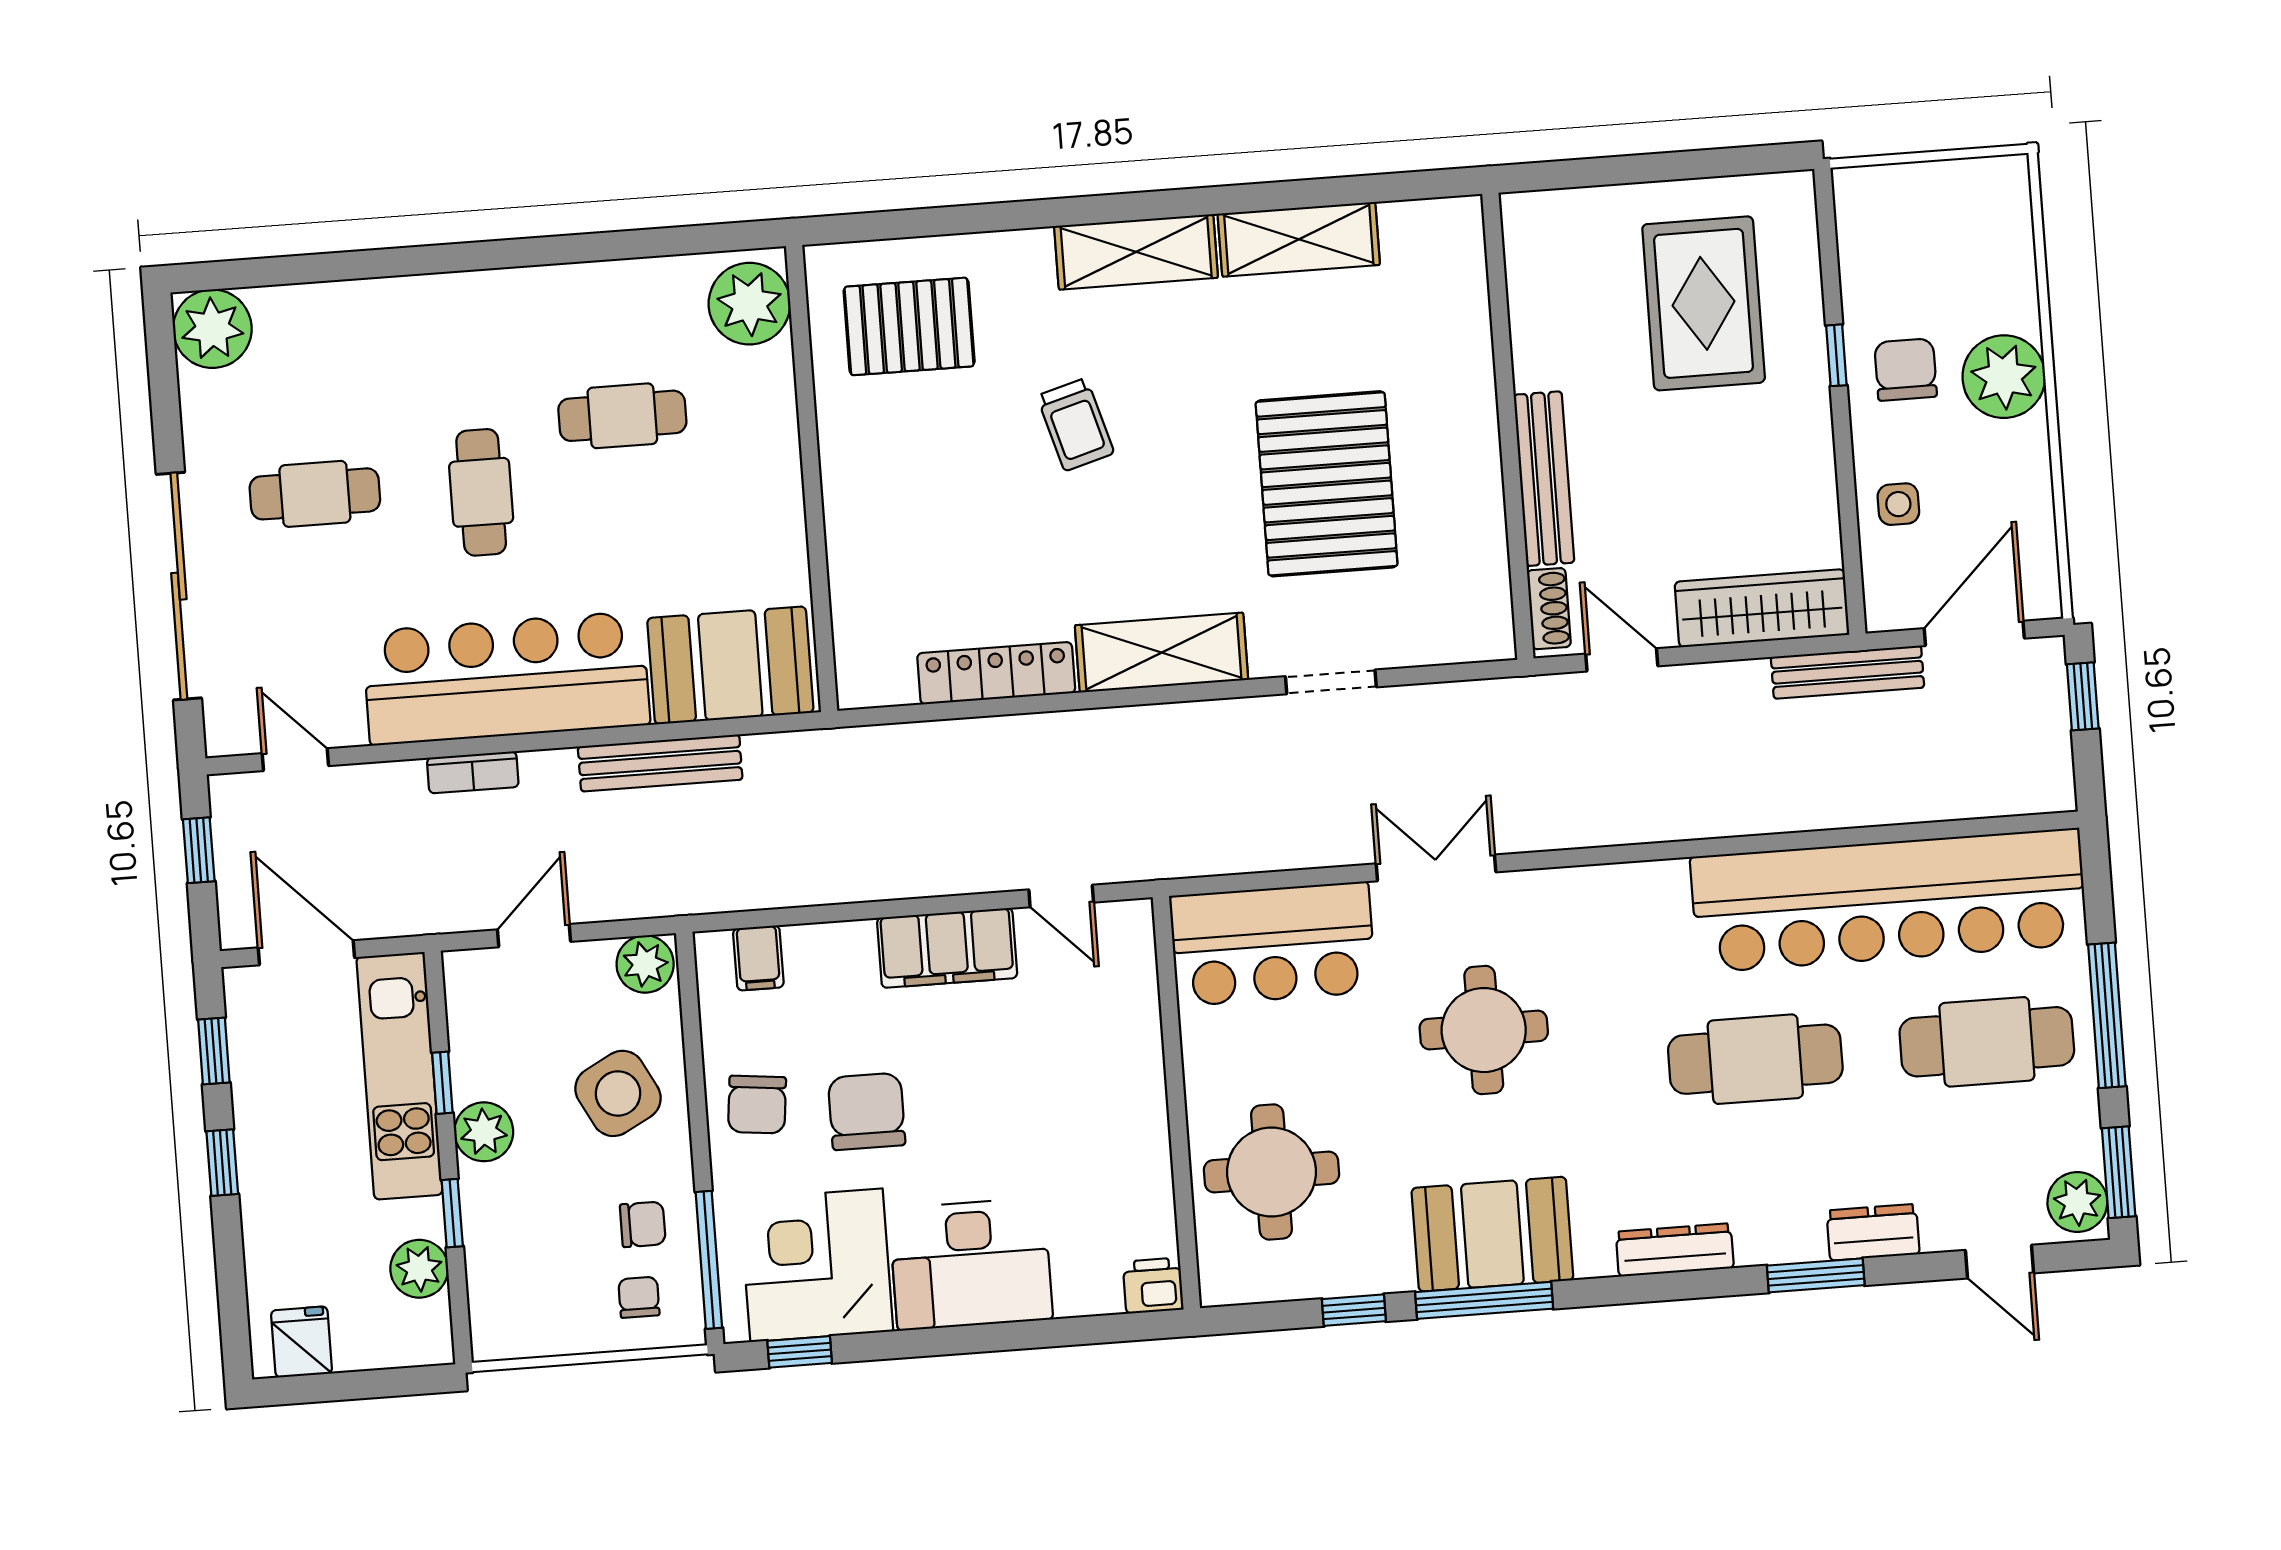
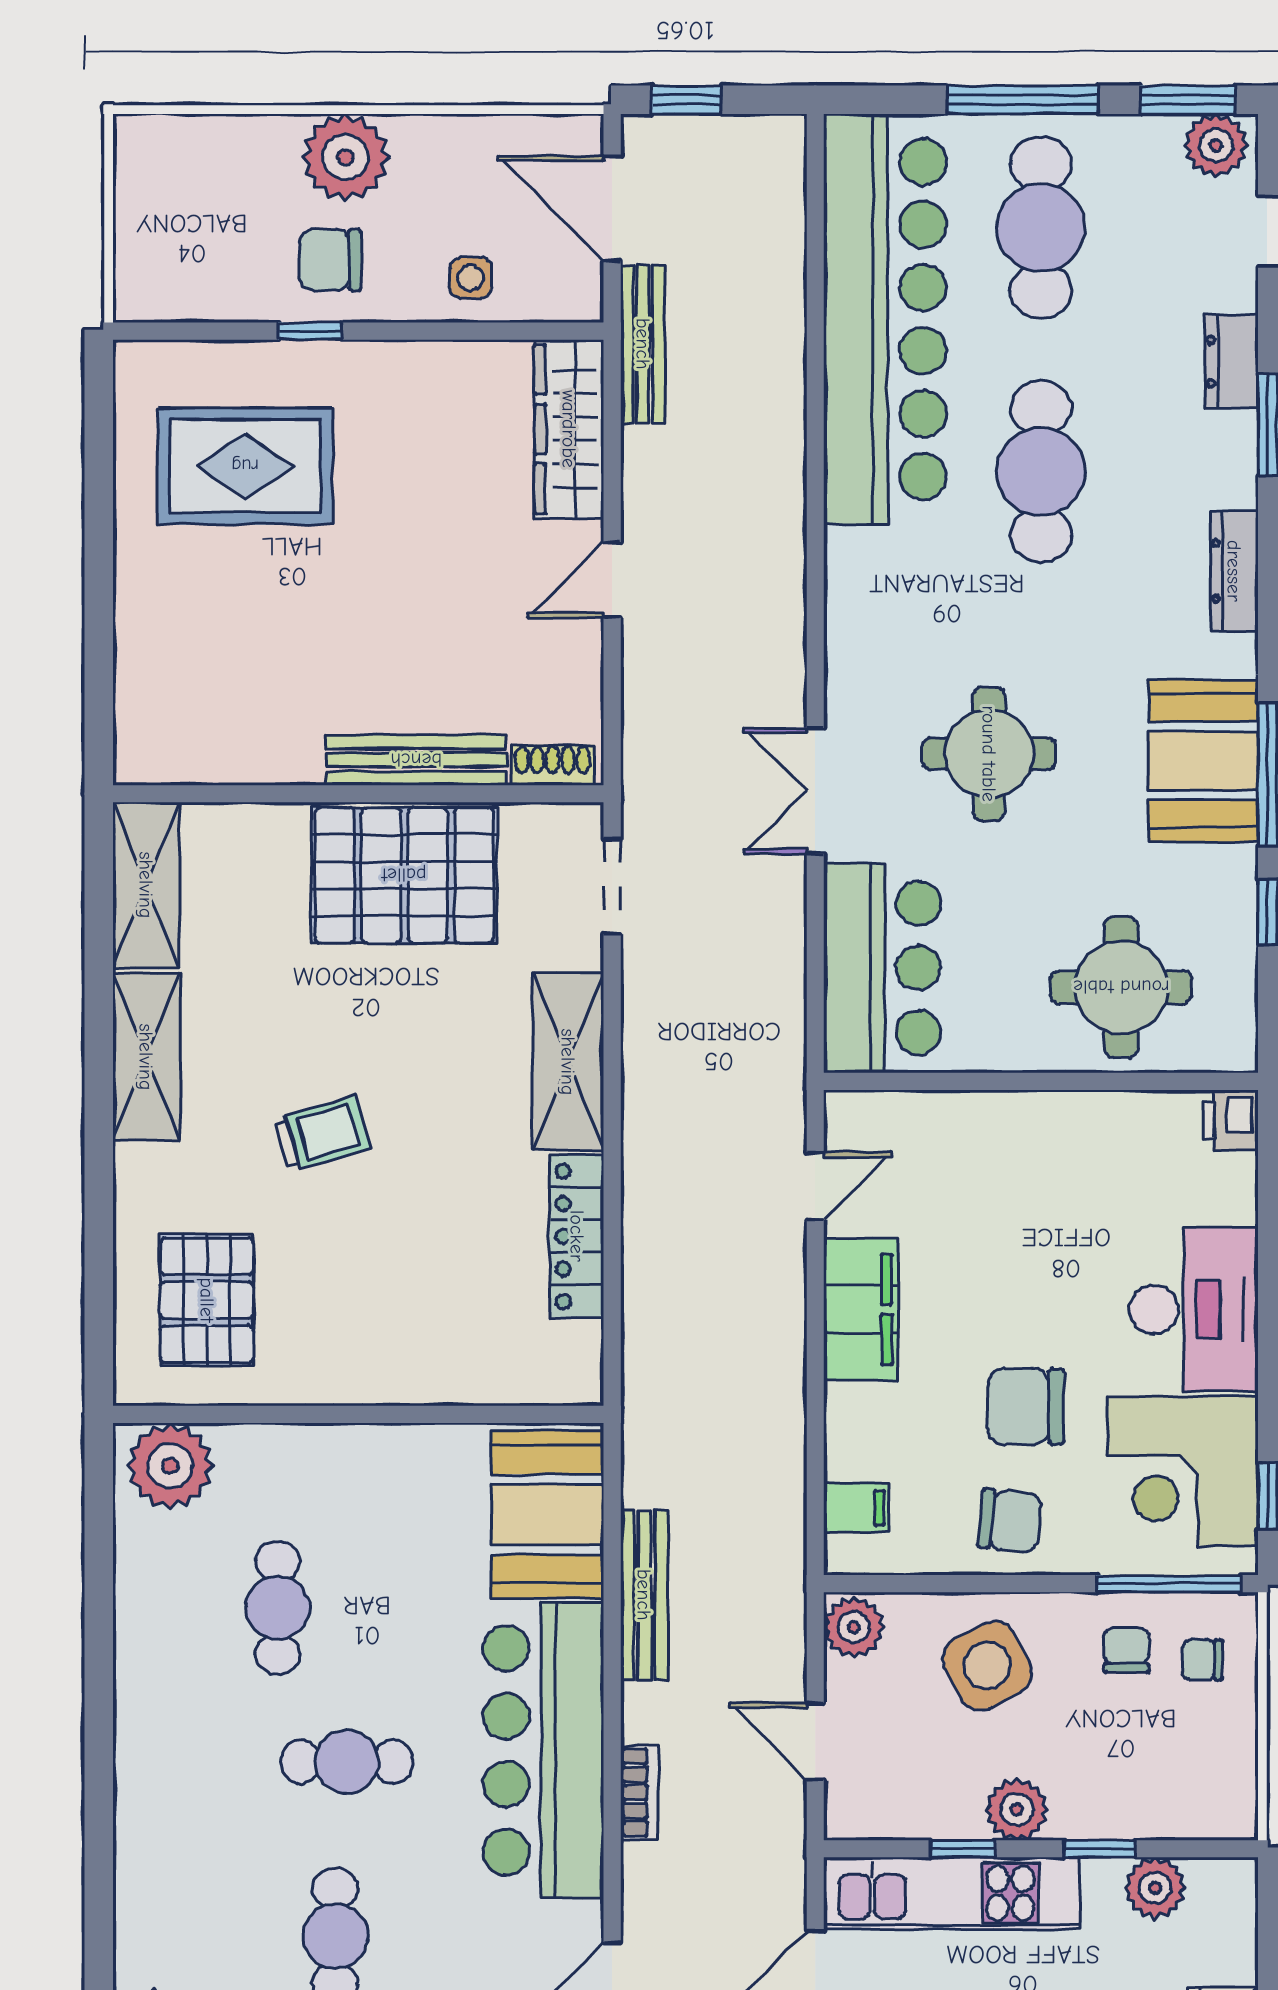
wall: (1508, 426) -> (358, 794), moved
bench: (1544, 479) -> (416, 760), moved
shoe rack: (1549, 609) -> (553, 765), moved

